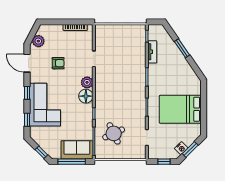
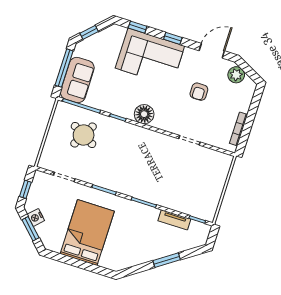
plant: (87, 82) -> (162, 121), removed
round table: (114, 133) -> (84, 135), turned -36

